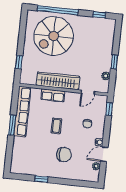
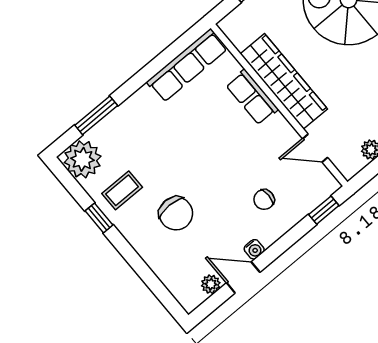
row of seats: (22, 112) -> (187, 65), width x0.73
window: (12, 125) -> (96, 115), moved
coffee table: (56, 126) -> (122, 190), moved
plant: (19, 166) -> (83, 159), added

